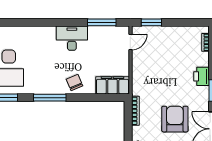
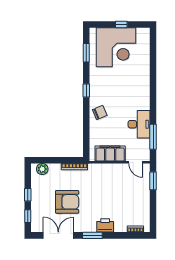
desk: (72, 38) -> (139, 124), moved
filing cabinet: (113, 85) -> (110, 153), moved, turned -90
window: (50, 98) -> (86, 90), width x0.46

